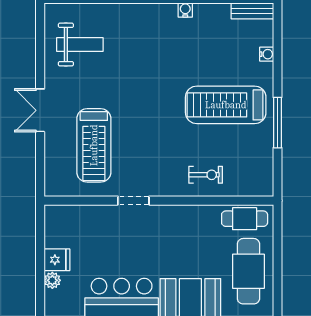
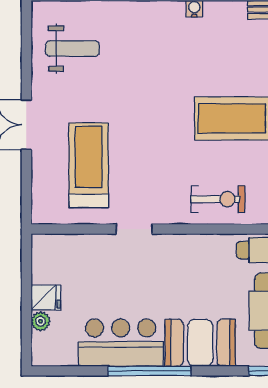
treadmill: (94, 145) -> (89, 165), turned 180
exercise bike: (206, 175) -> (218, 199), width x1.38, depth x1.39

